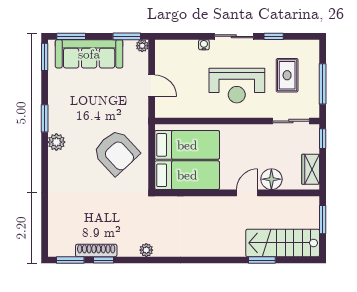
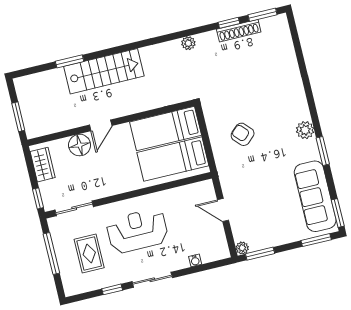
water cooler: (204, 45) -> (195, 260), moved
sofa: (89, 54) -> (315, 196), moved, turned -90
armchair: (116, 152) -> (243, 134), width x0.53, depth x0.53
stairs: (283, 243) -> (104, 71), moved

